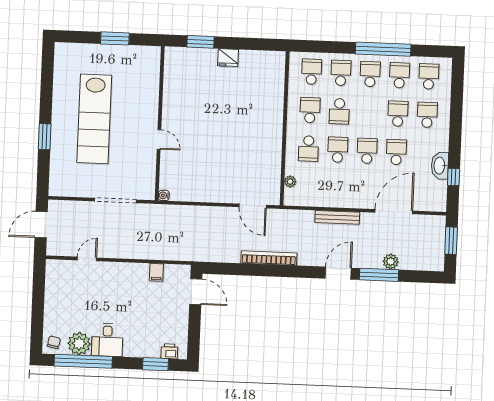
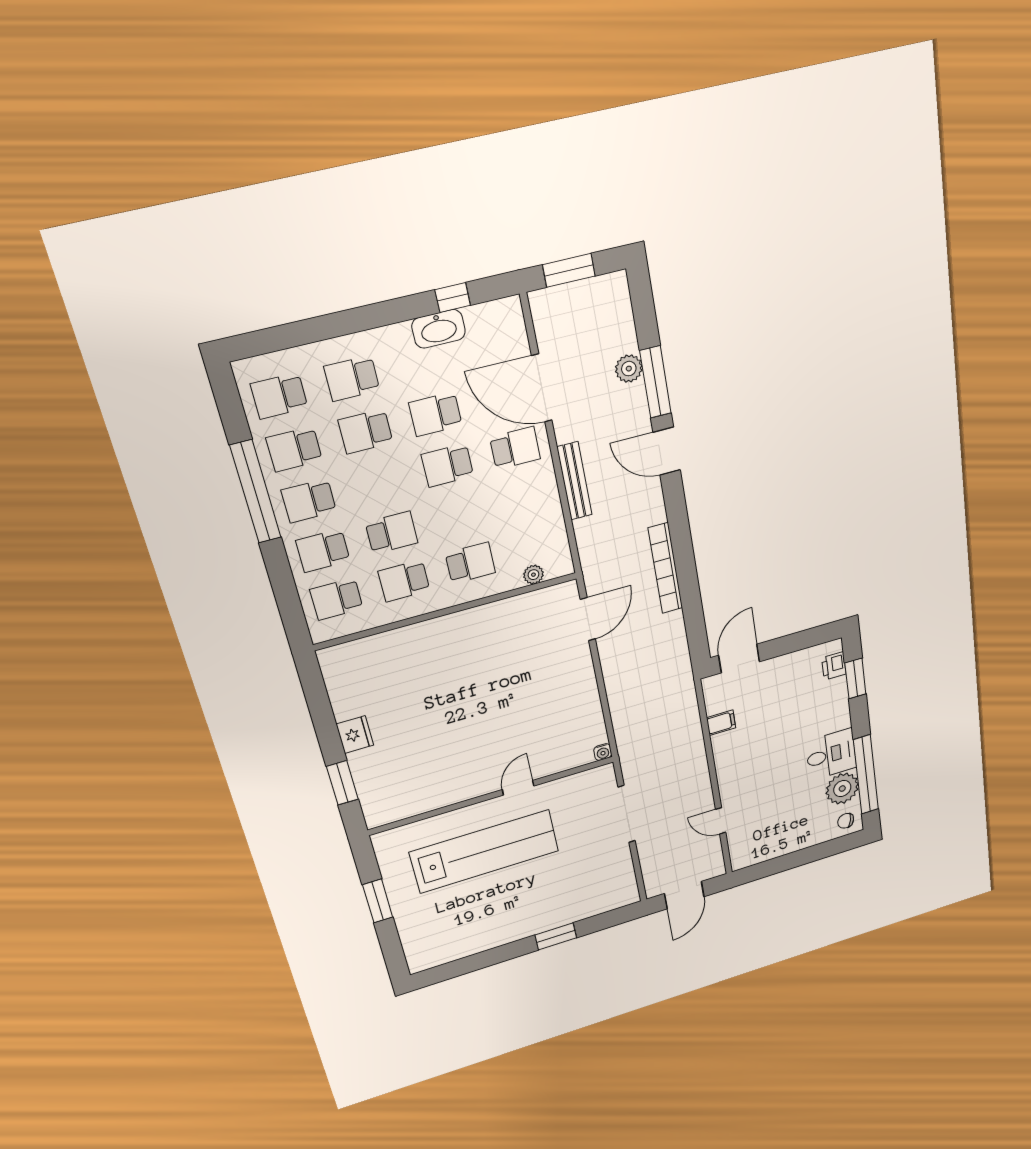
lab bench: (94, 119) -> (485, 851), moved
school desk: (338, 150) -> (515, 448), moved, turned 180
door: (41, 225) -> (684, 895), hinge flipped

